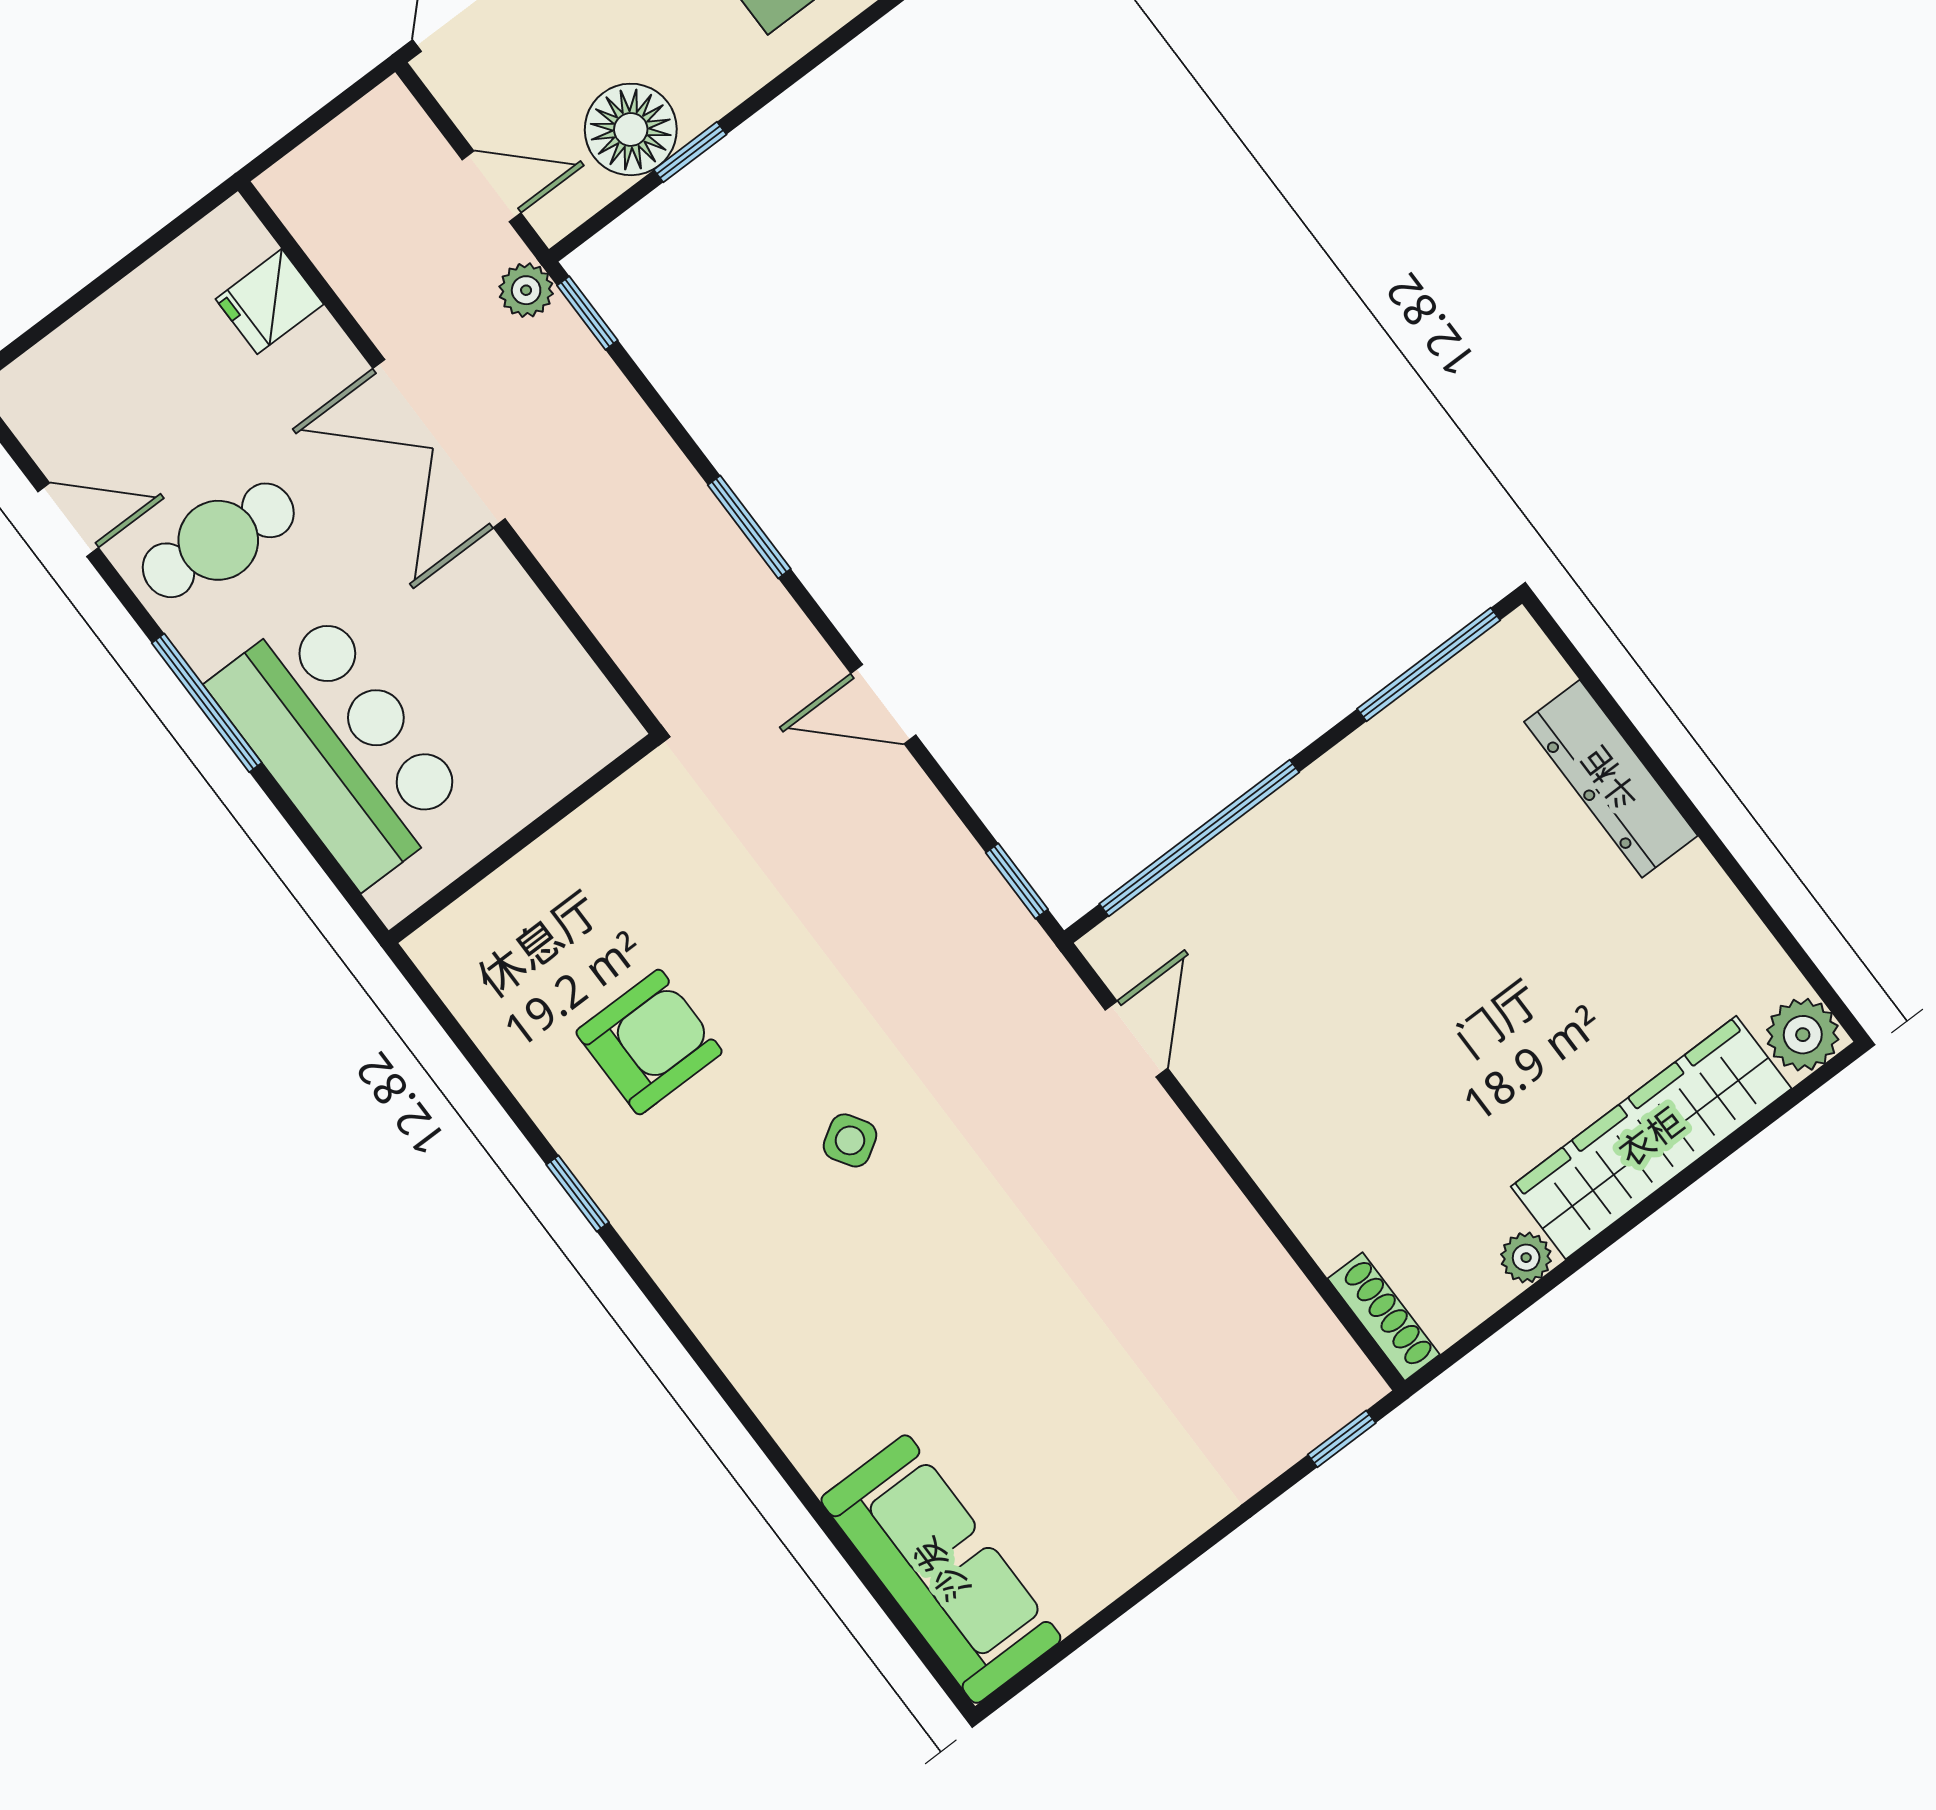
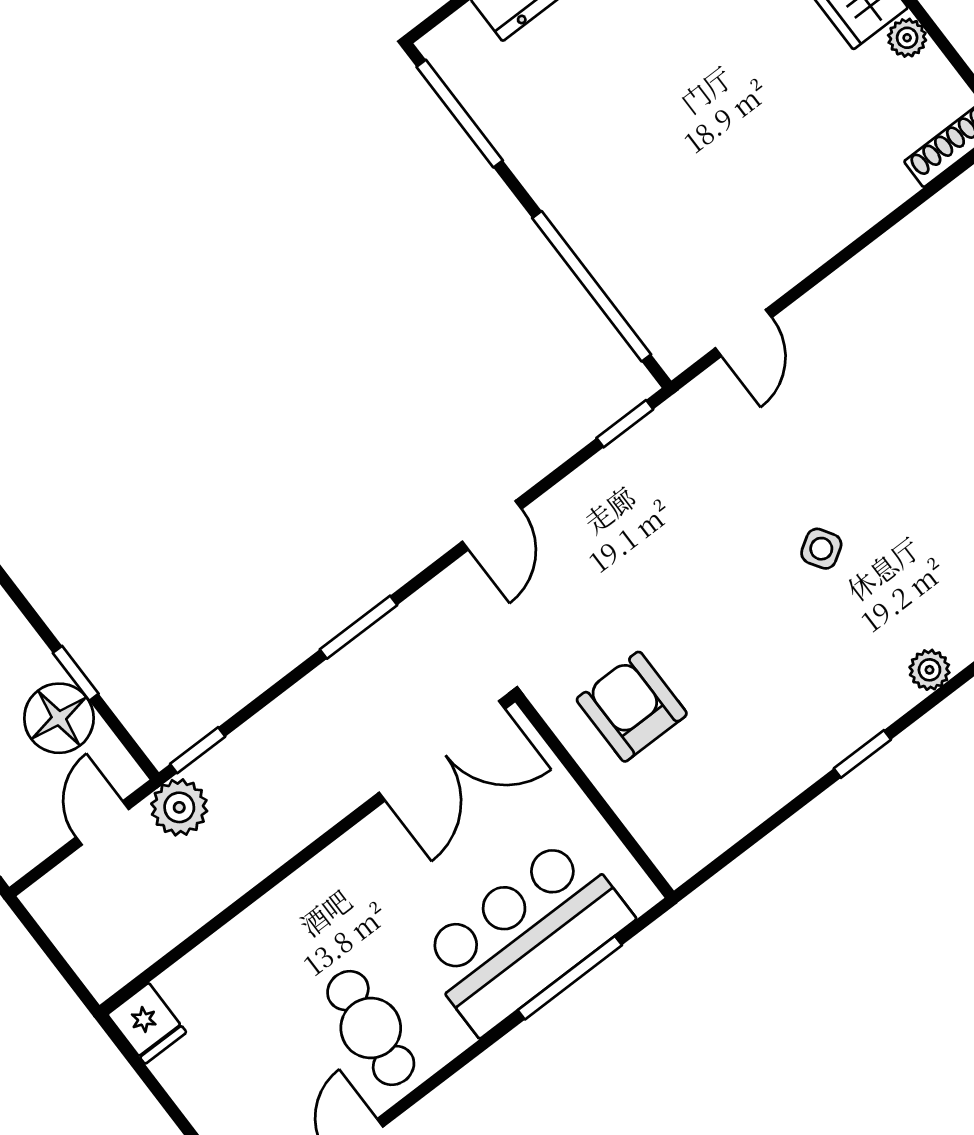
plant: (526, 290) -> (179, 807), width x1.38, depth x1.38
fridge: (270, 302) -> (147, 1023), moved
double door: (439, 444) -> (442, 751), moved
window: (207, 703) -> (570, 978), moved
door: (1136, 1039) -> (744, 333), swing flipped
armchair: (649, 1042) -> (632, 707), moved
plant: (689, 1283) -> (929, 670), added

